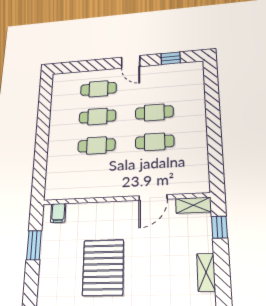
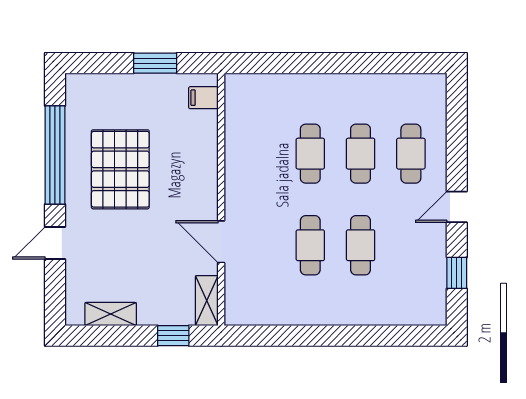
pallet: (103, 267) -> (120, 169), turned 90

